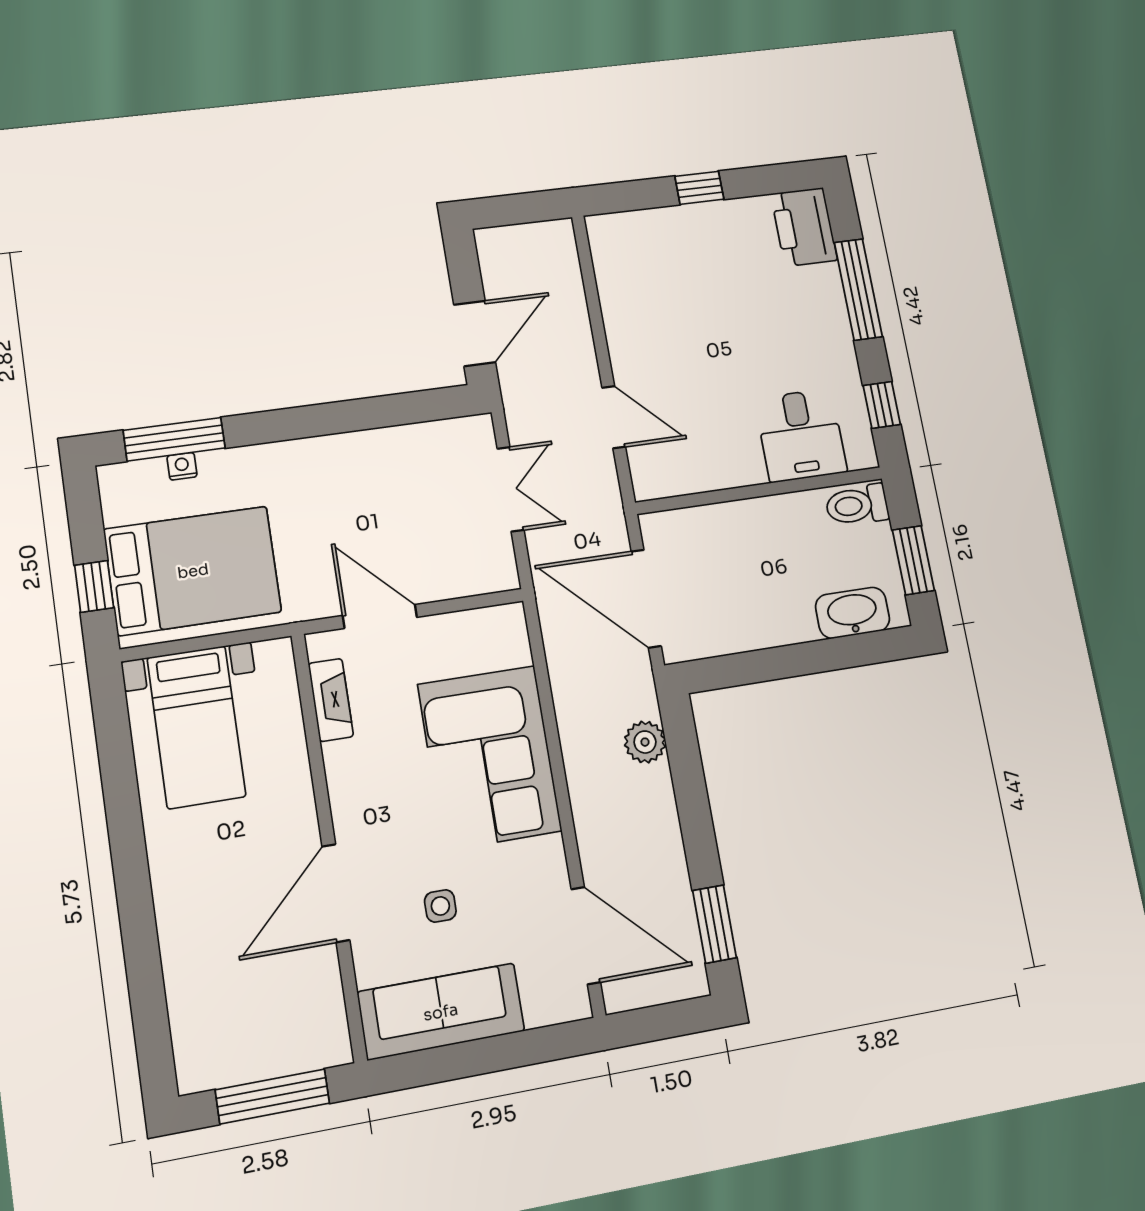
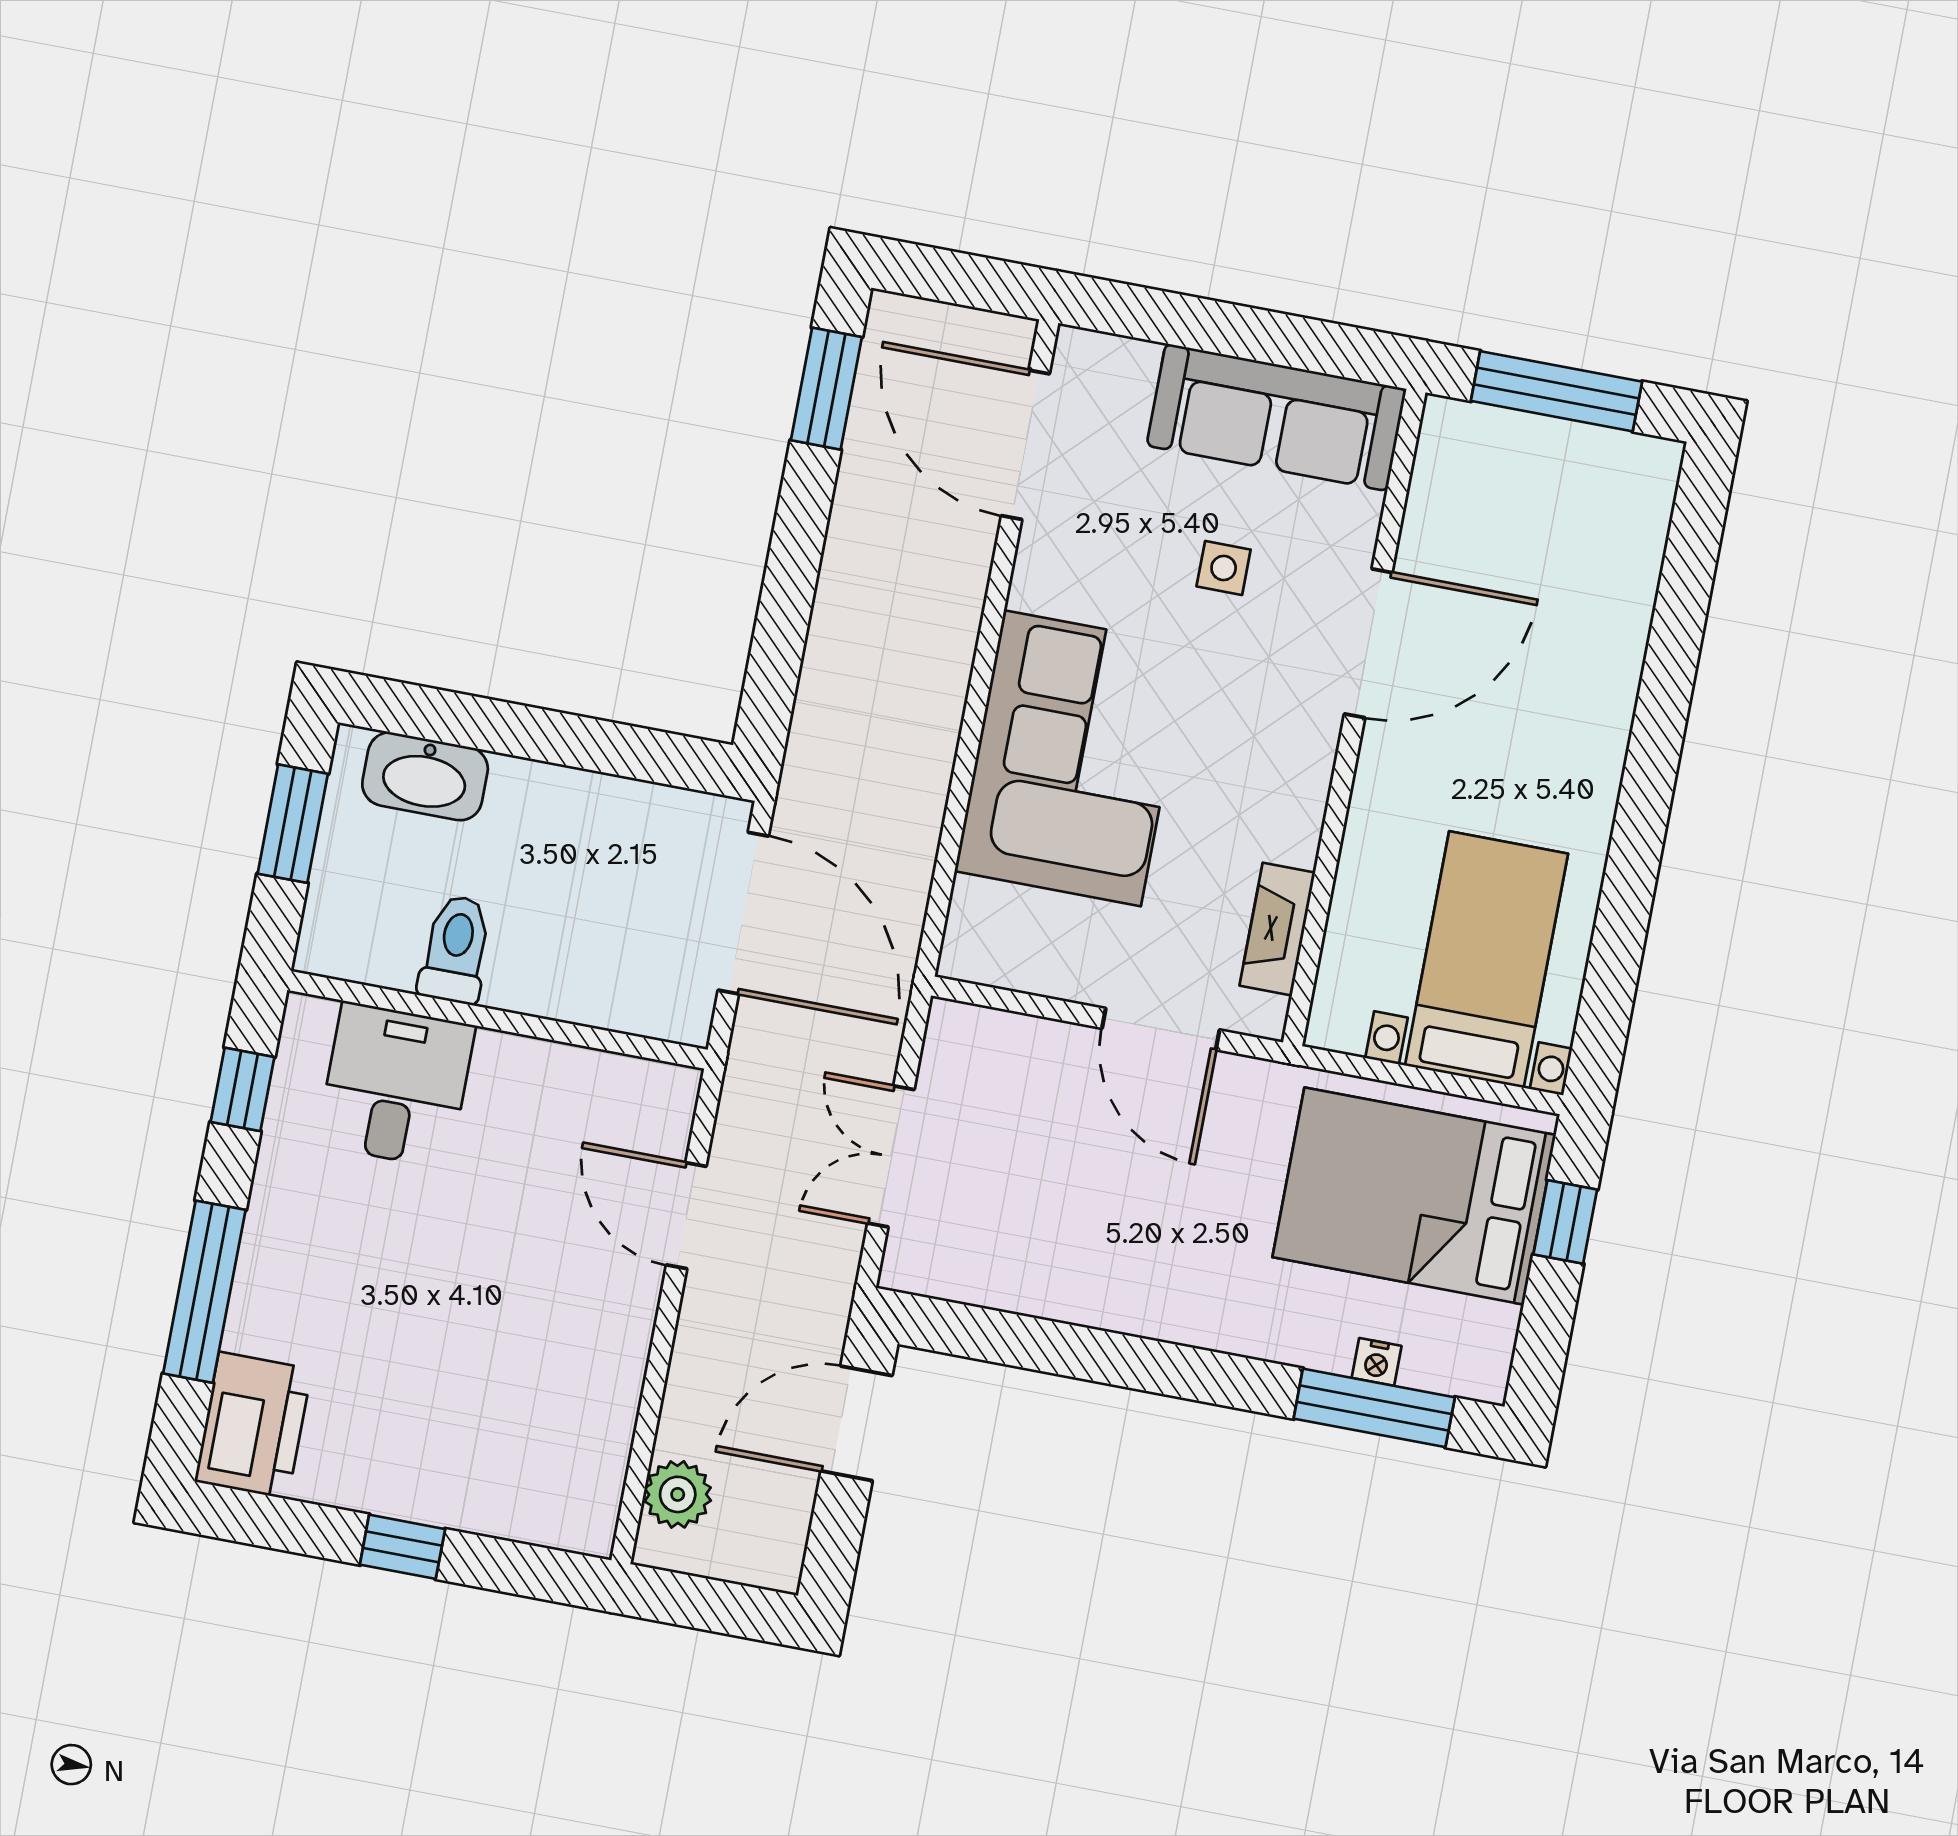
toilet: (857, 505) -> (456, 949), moved, turned -90
plant: (645, 742) -> (678, 1494), moved

